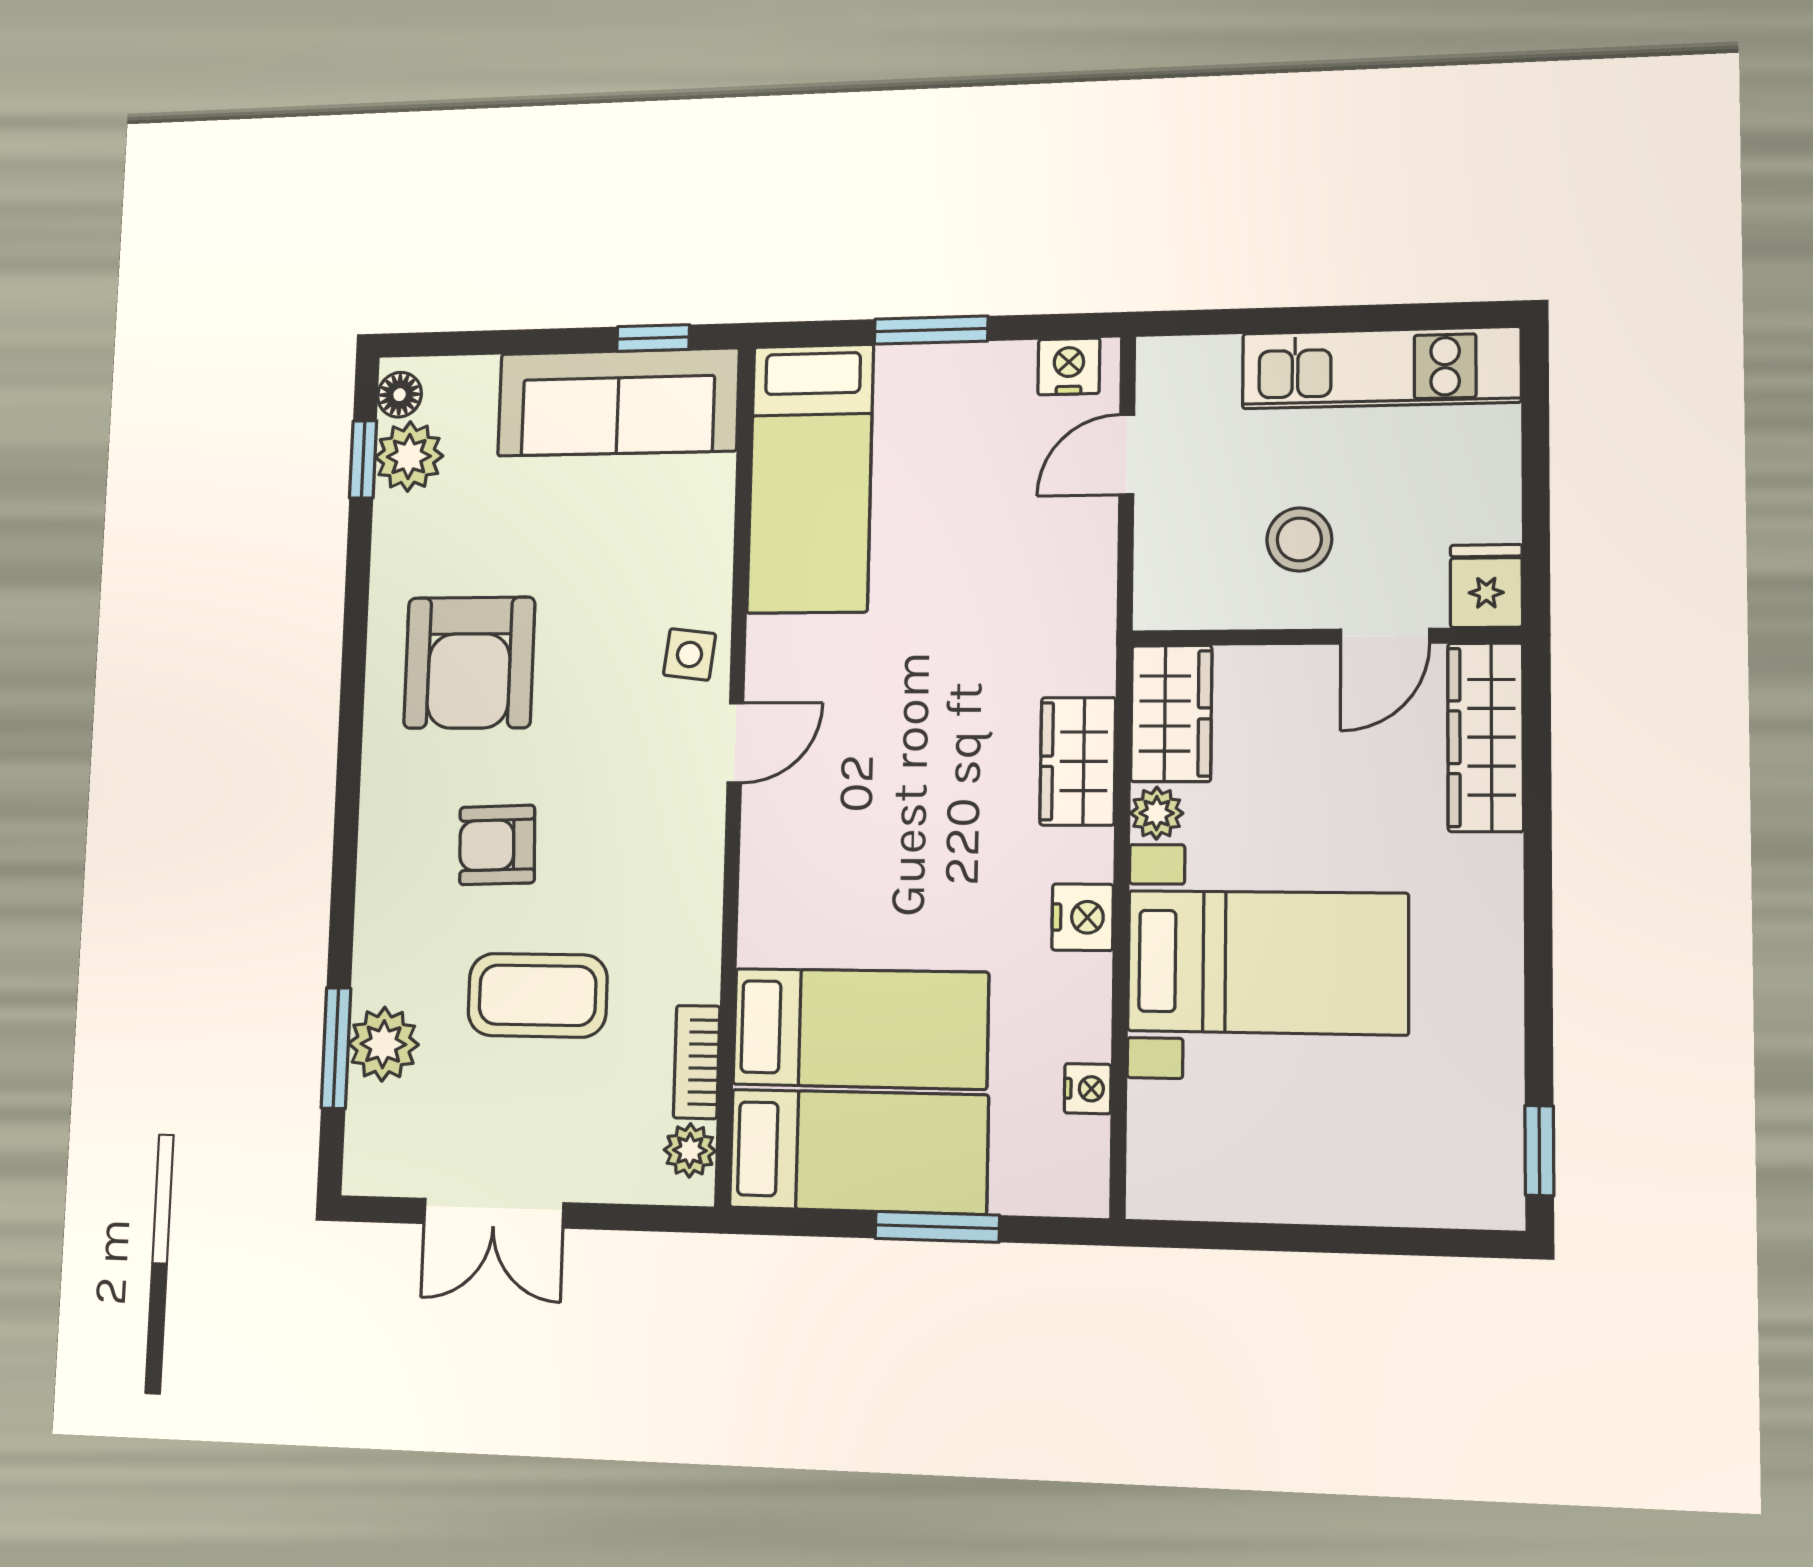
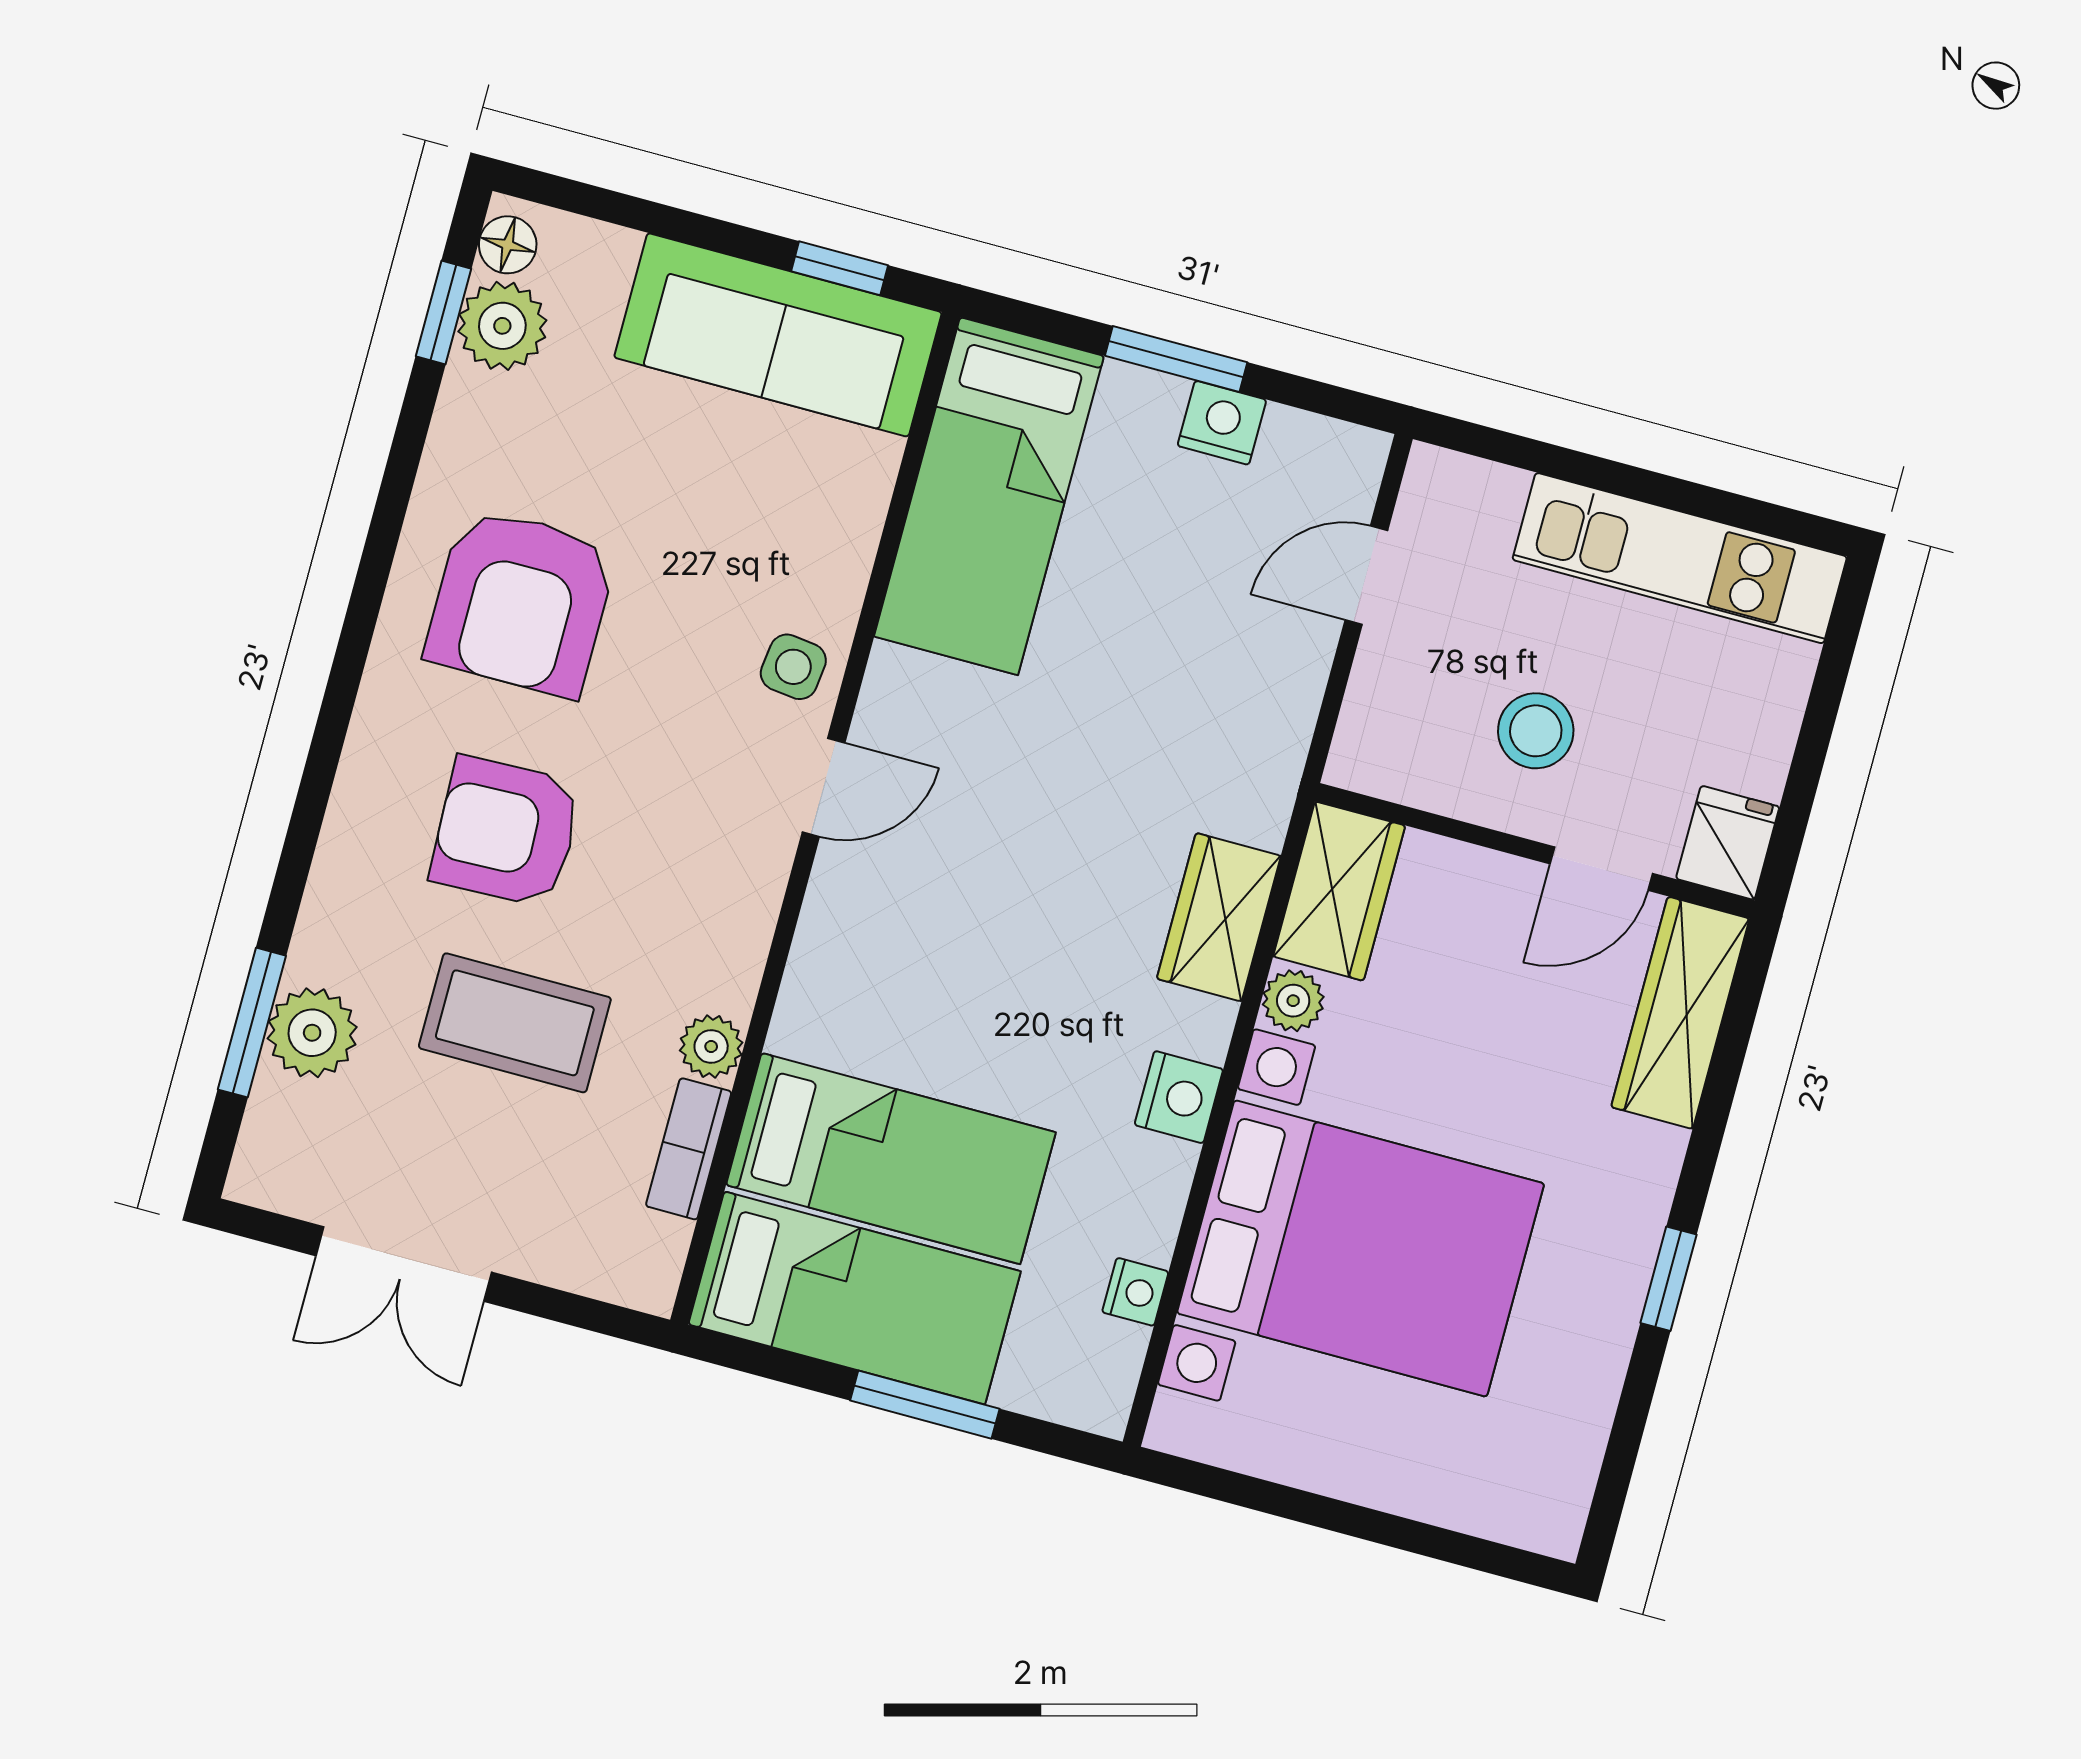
nightstand: (1069, 366) -> (1222, 423), moved
armchair: (497, 845) -> (506, 832), width x1.38, depth x1.38
bed with nightstands: (1267, 962) -> (1361, 1248), width x1.36
plant: (690, 1150) -> (711, 1047), moved
window: (1539, 1151) -> (1668, 1279), moved

